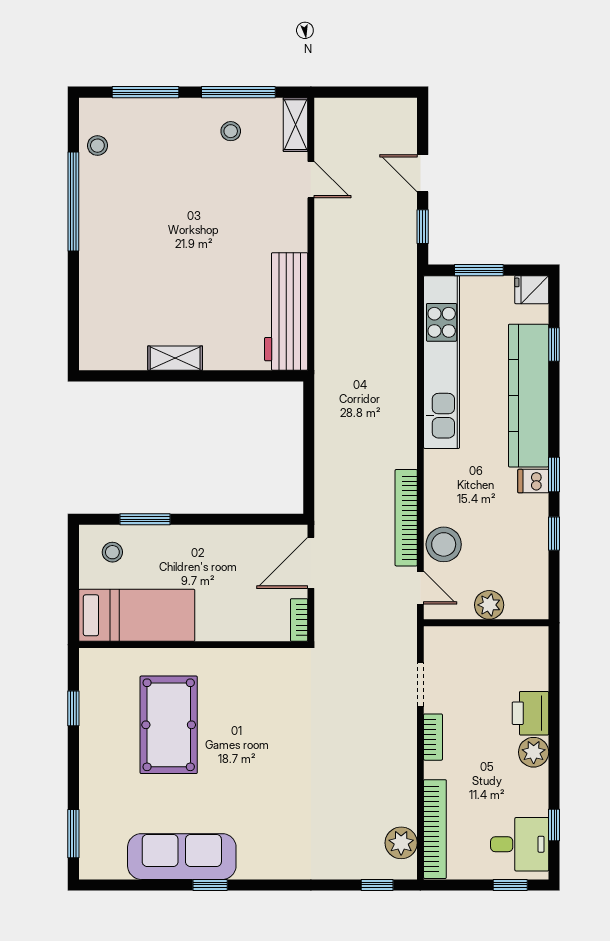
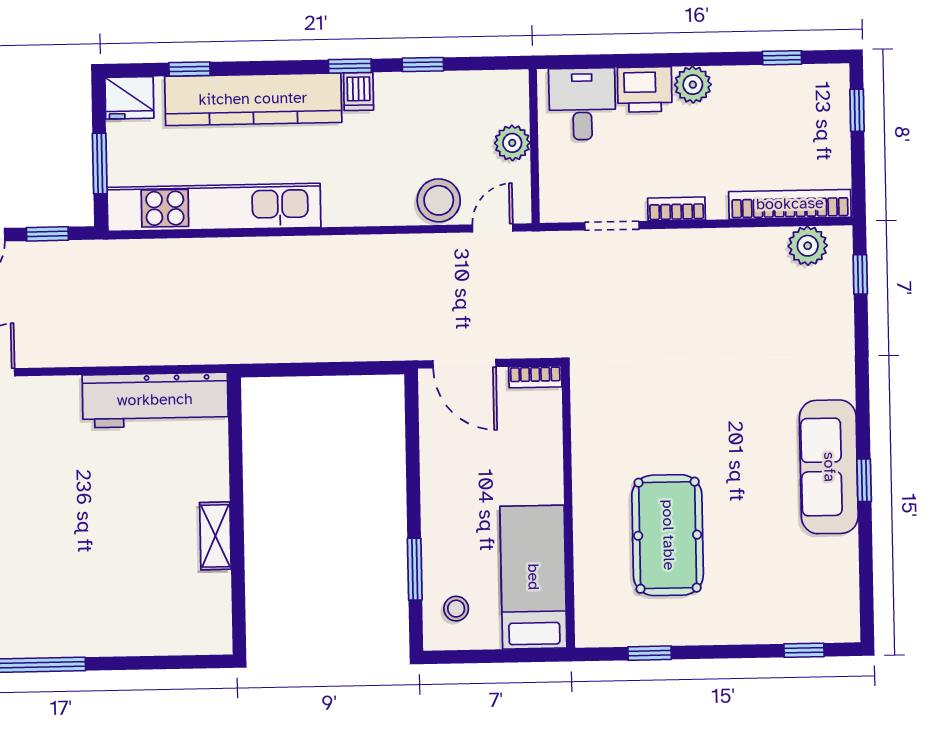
fridge: (532, 290) -> (129, 98), width x1.38
bookcase: (406, 518) -> (407, 247), removed
pool table: (169, 725) -> (668, 535), turned 90
window: (73, 834) -> (804, 650), width x0.67
desk: (520, 844) -> (582, 104), moved
sofa: (182, 857) -> (829, 467), moved

